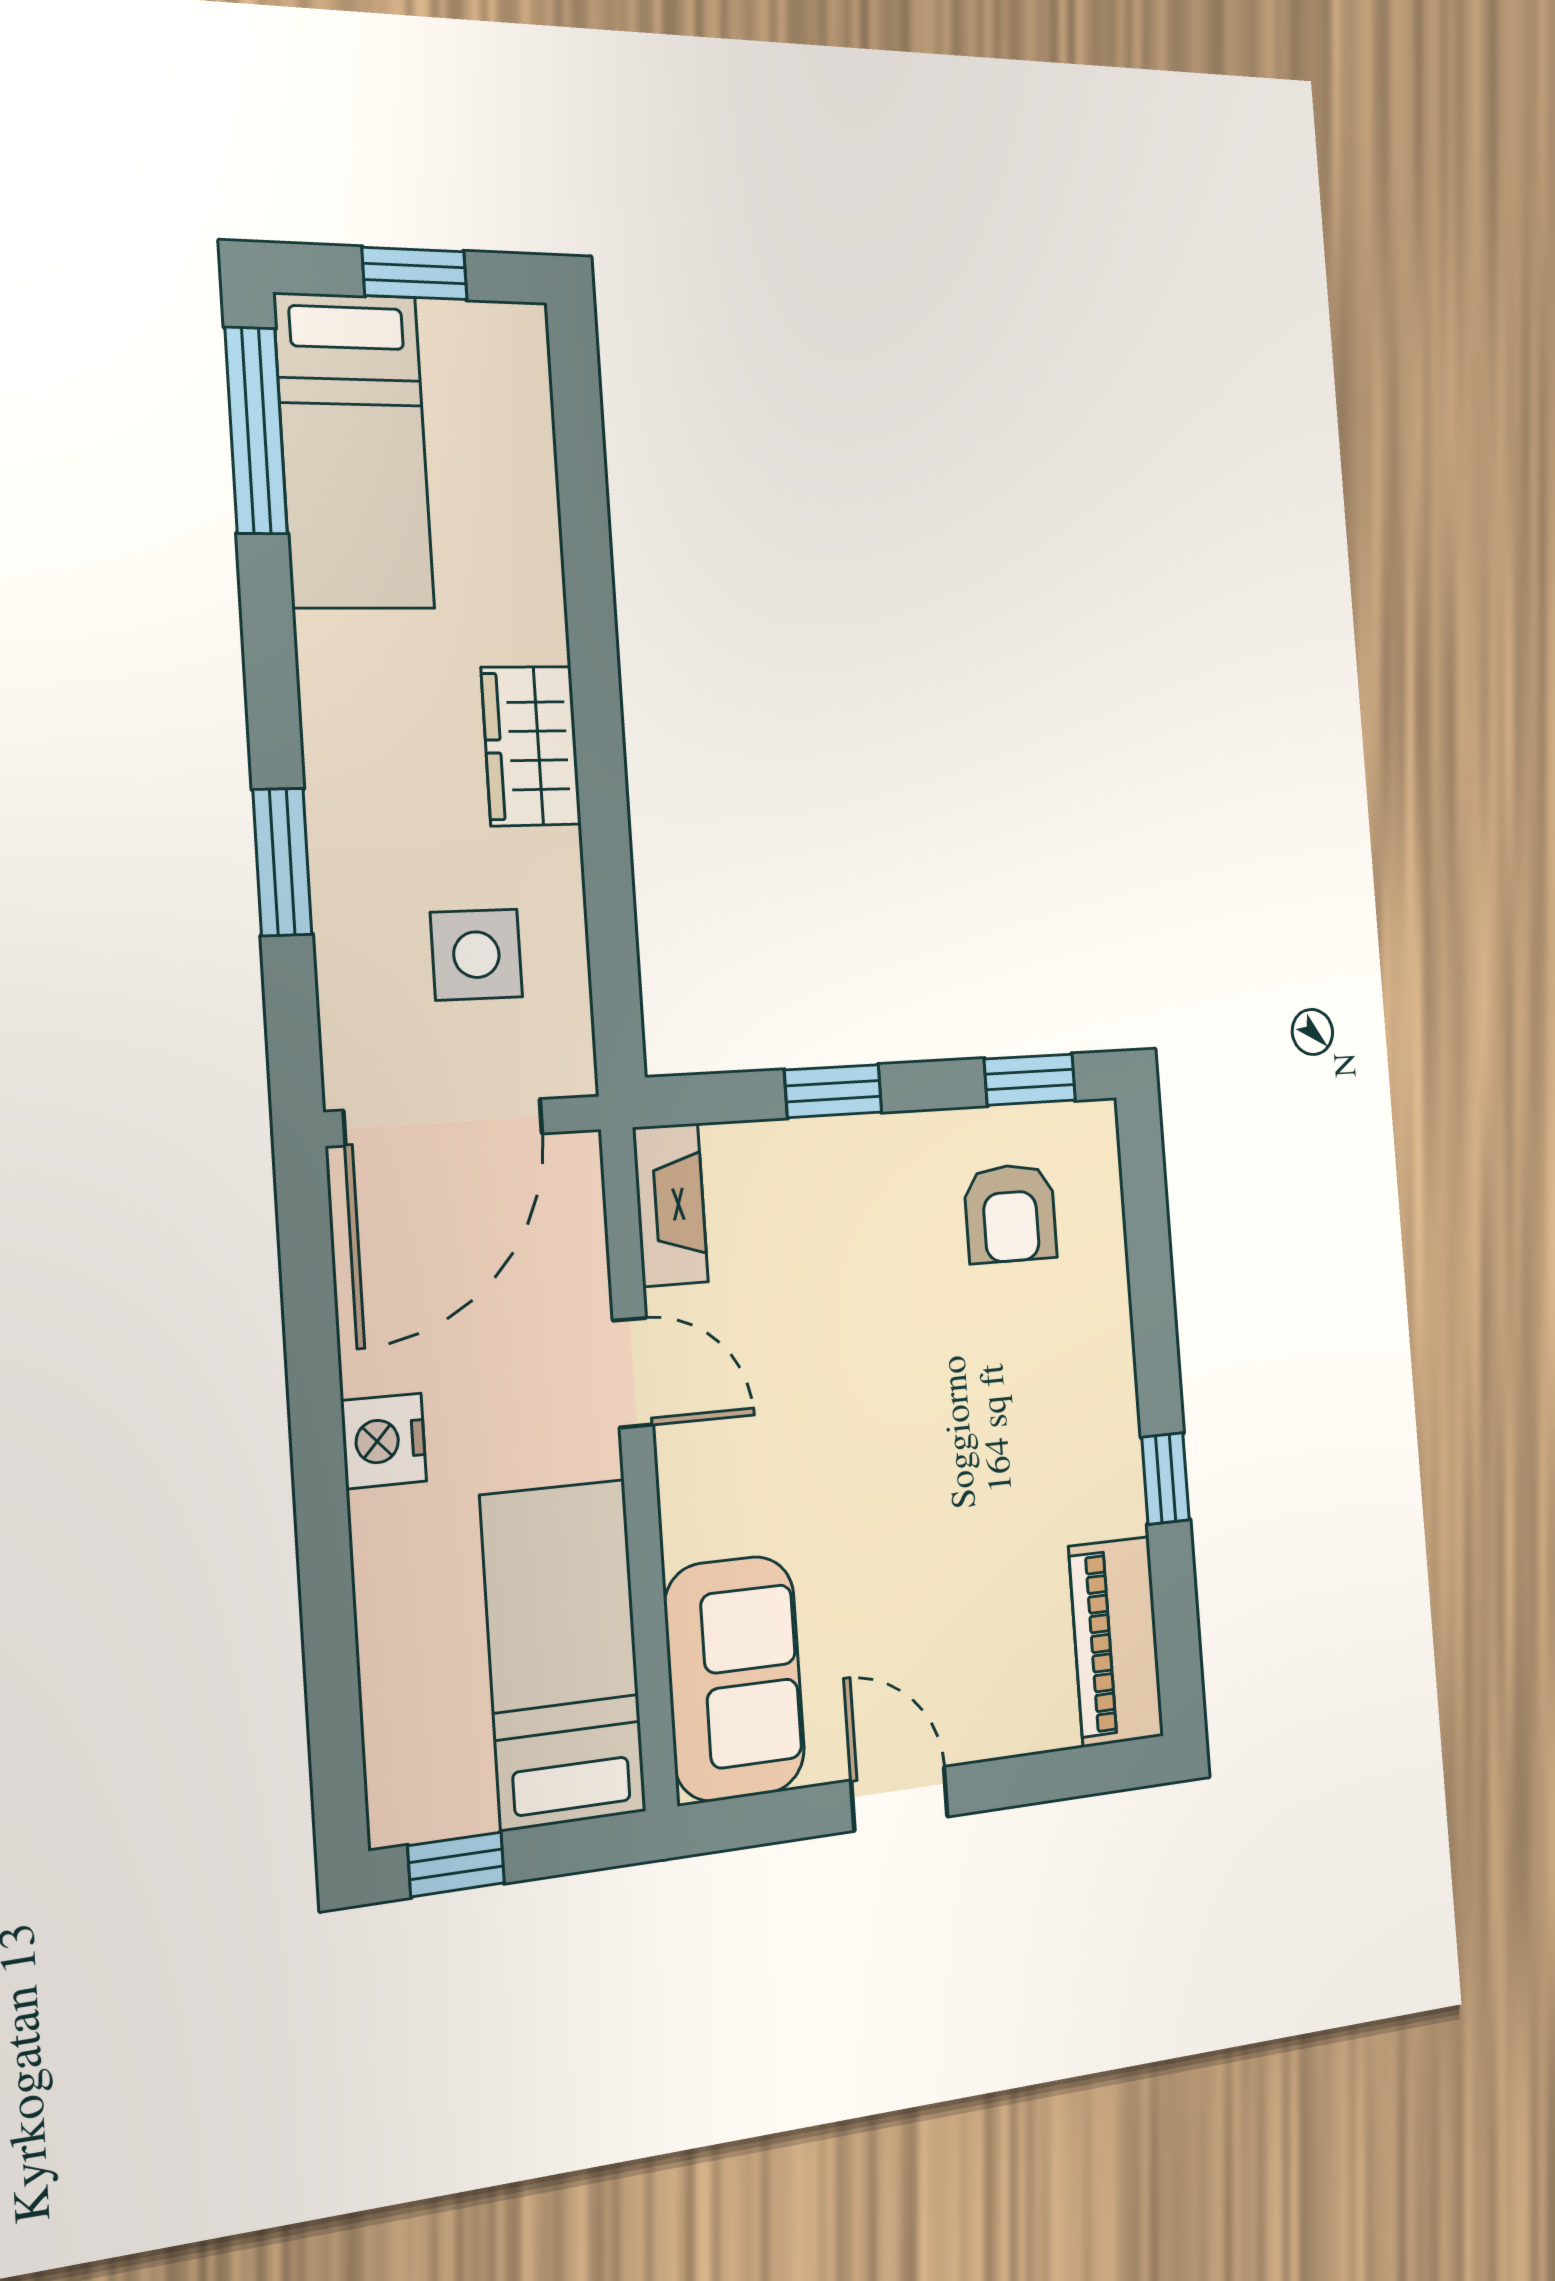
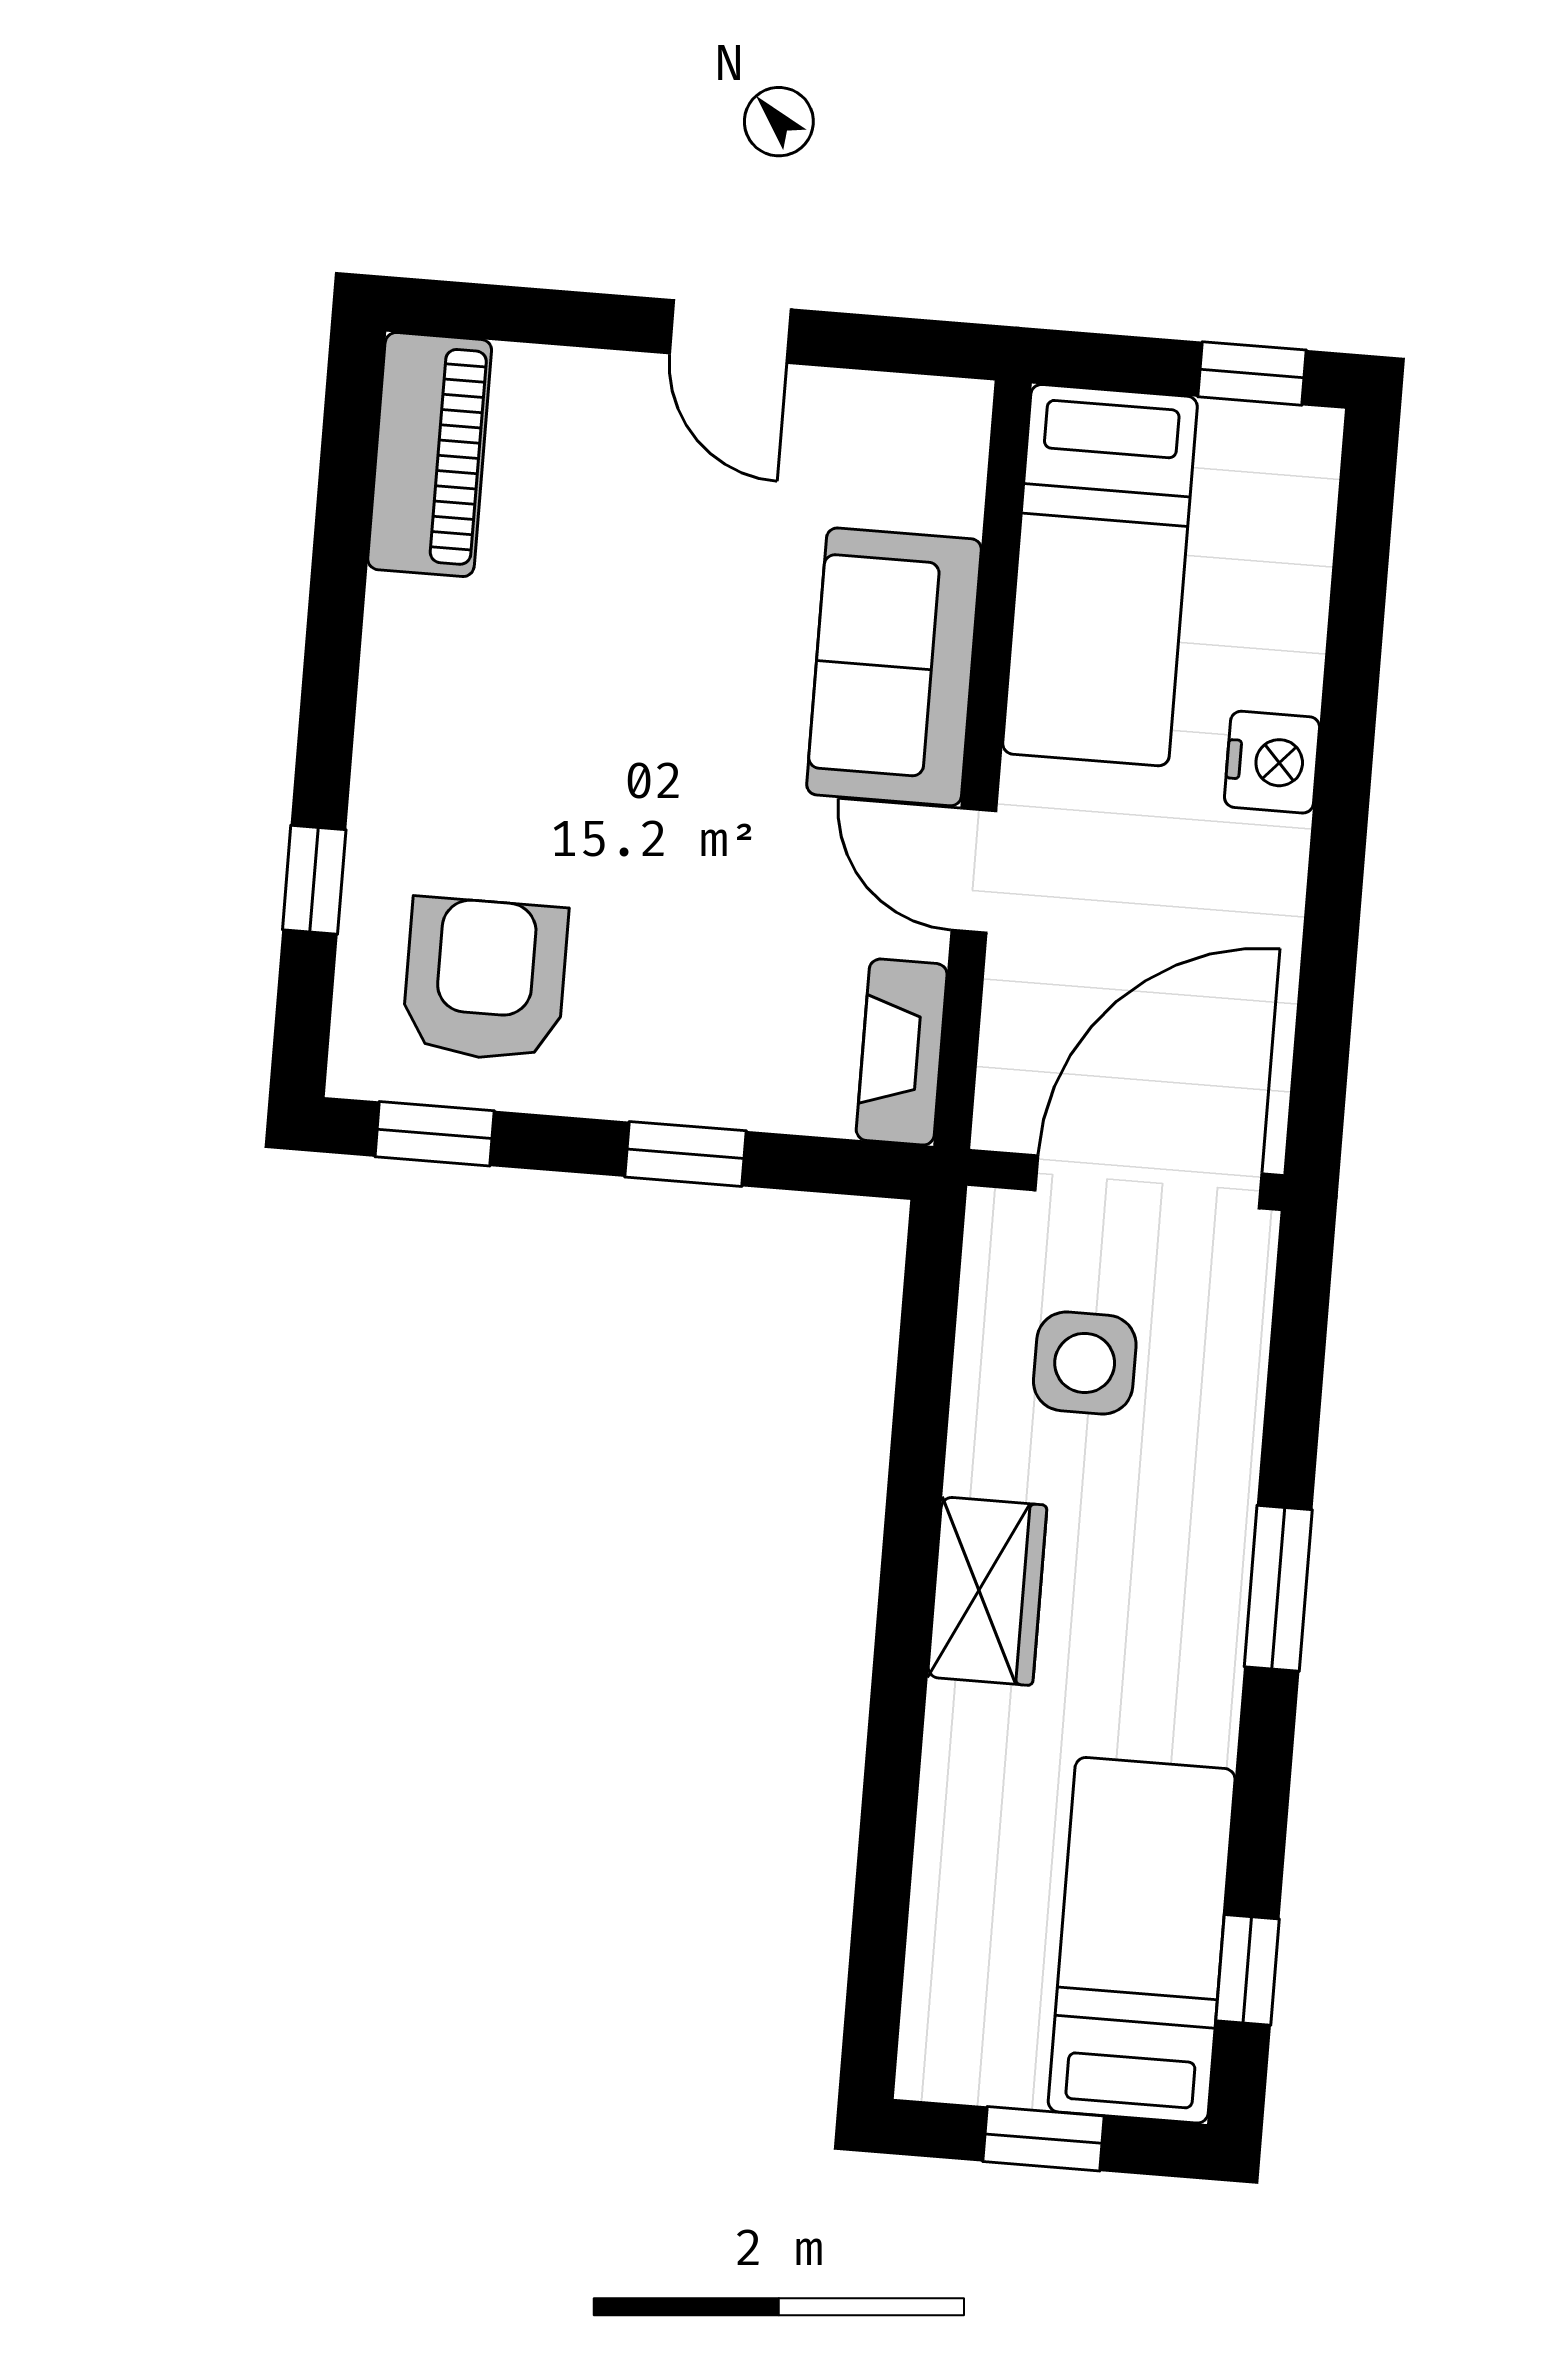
window: (256, 430) -> (1247, 1970), width x0.46
window: (282, 862) -> (1278, 1588), moved
armchair: (1010, 1213) -> (485, 979), width x1.38, depth x1.38
nightstand: (384, 1441) -> (1272, 762), moved
window: (1165, 1479) -> (314, 880), moved
sofa: (734, 1678) -> (894, 667), moved

